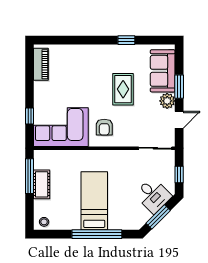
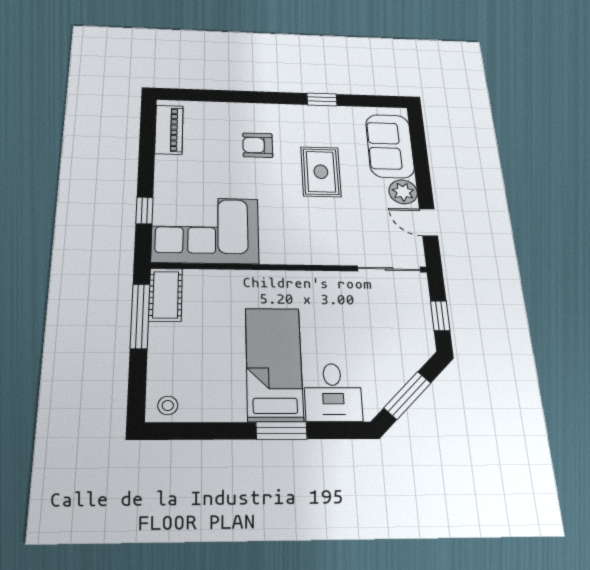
window: (179, 87) -> (422, 170), removed
door: (179, 120) -> (428, 222), swing flipped
armchair: (104, 127) -> (258, 145), moved, turned 90
cot: (42, 184) -> (166, 295), moved
desk: (153, 195) -> (333, 392), moved, turned 45
window: (97, 234) -> (282, 431), width x0.47

